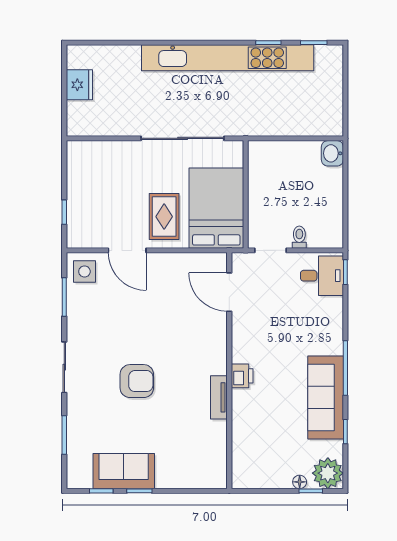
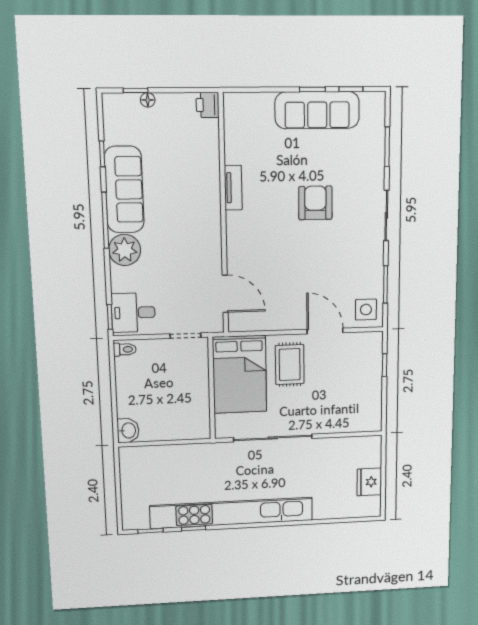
toilet: (299, 237) -> (125, 349), moved, turned -90
printer: (242, 376) -> (208, 105), moved
armchair: (137, 381) -> (315, 203), turned 90
sofa: (124, 471) -> (317, 110), width x1.36
plant: (328, 473) -> (125, 250), moved

